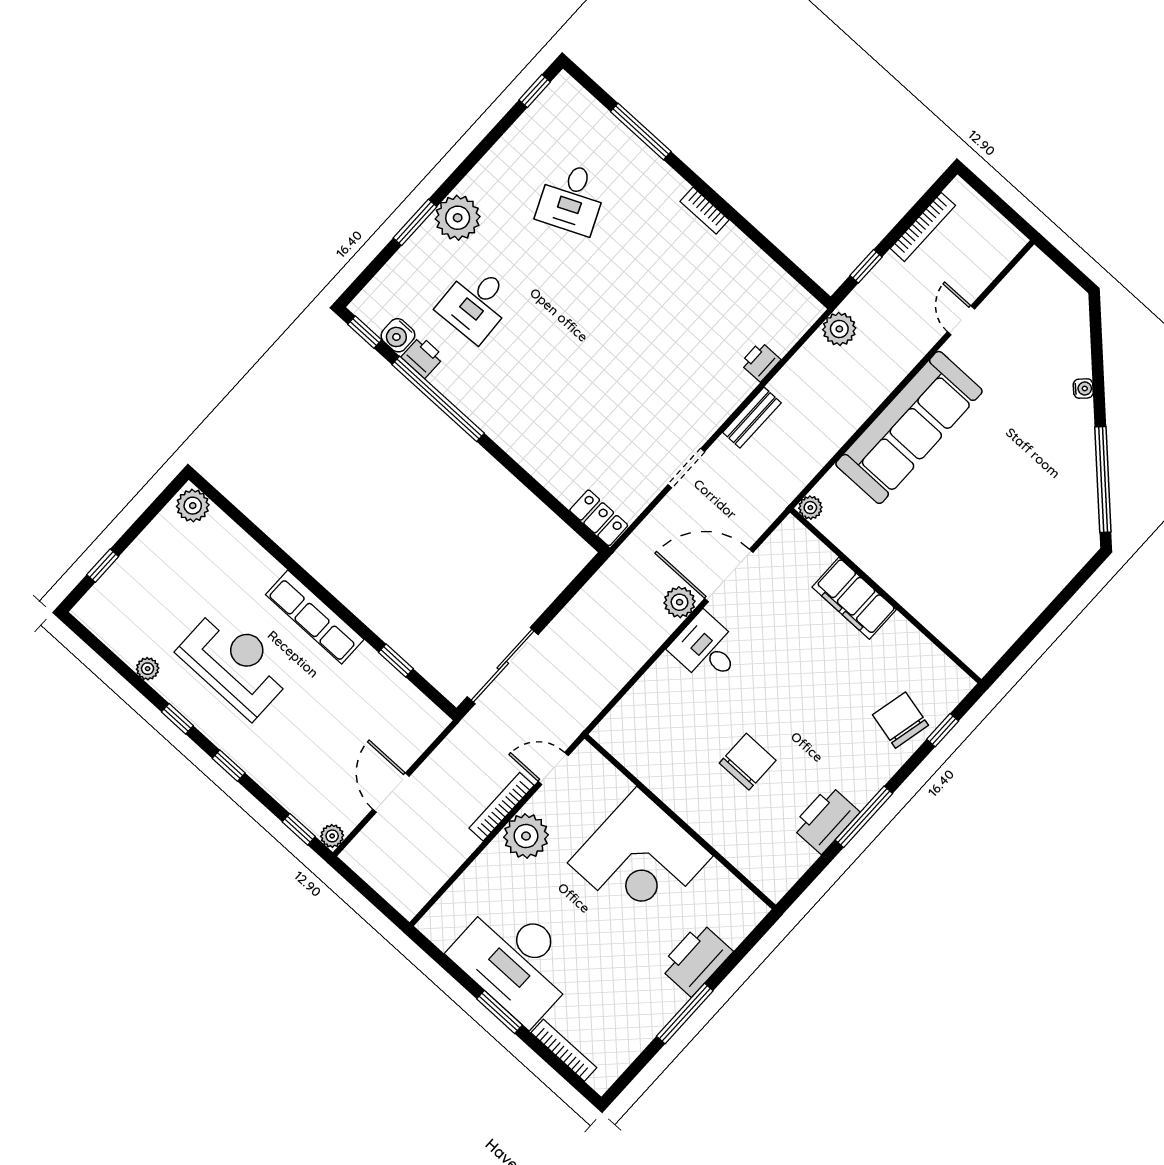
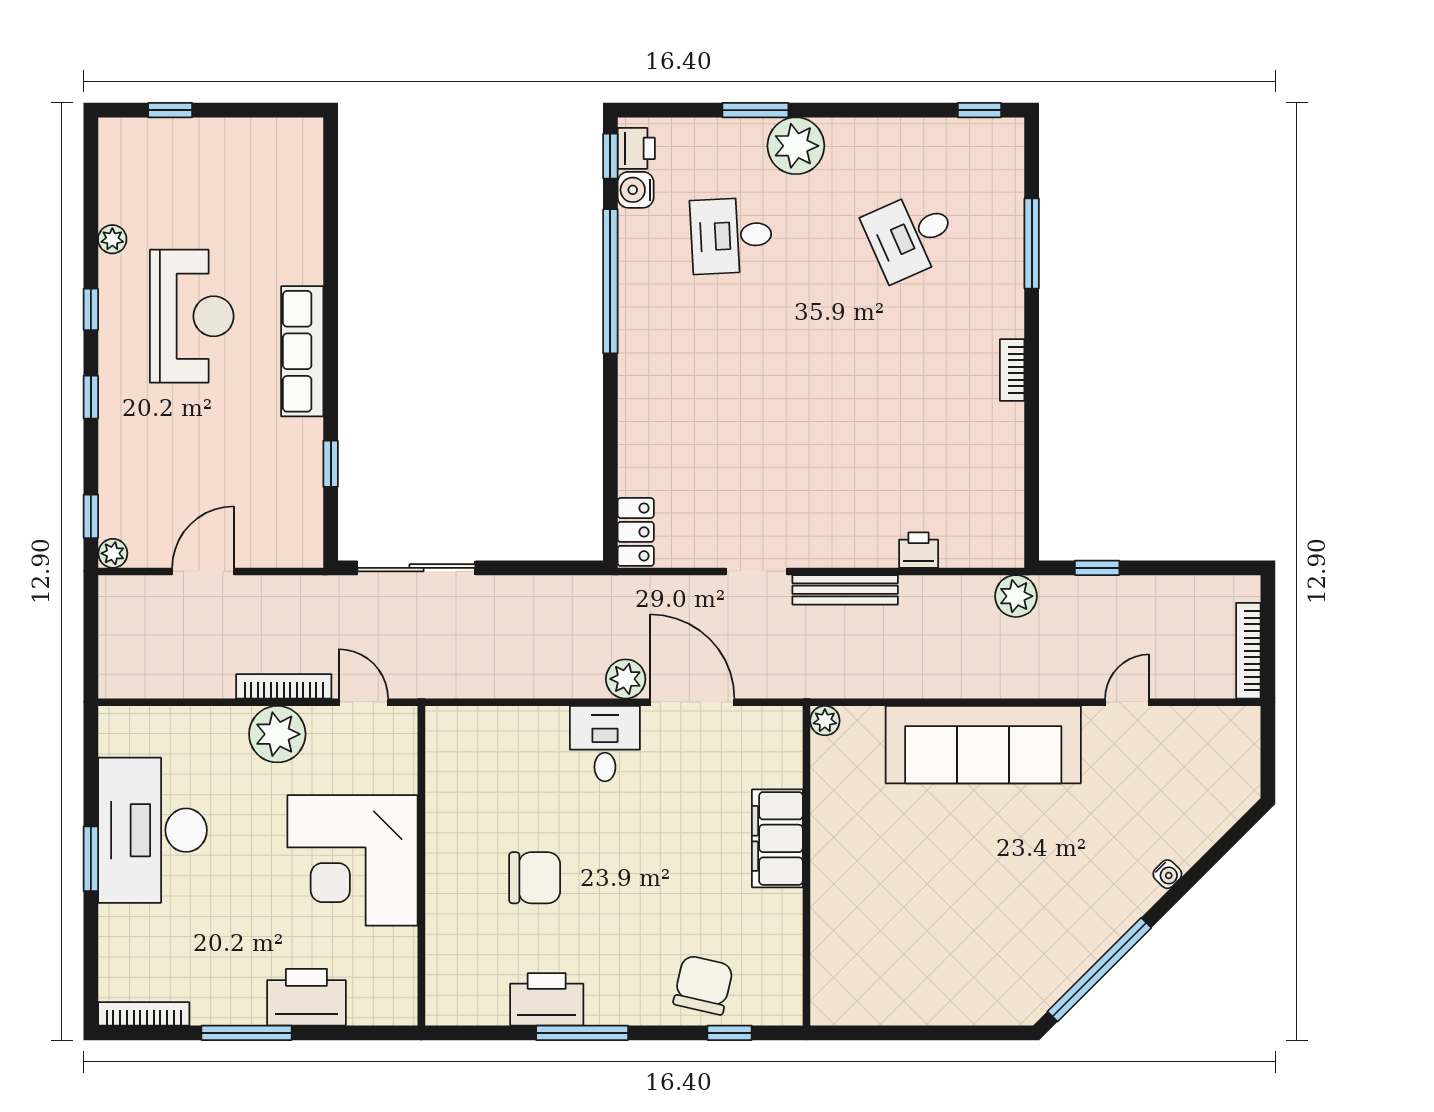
bookcase: (923, 227) -> (1248, 651), moved, turned 90
printer: (423, 357) -> (636, 148), moved
bench: (752, 418) -> (845, 590), width x1.36
plant: (193, 506) -> (303, 143), removed
bookcase: (564, 1050) -> (144, 1014), moved, turned -90

